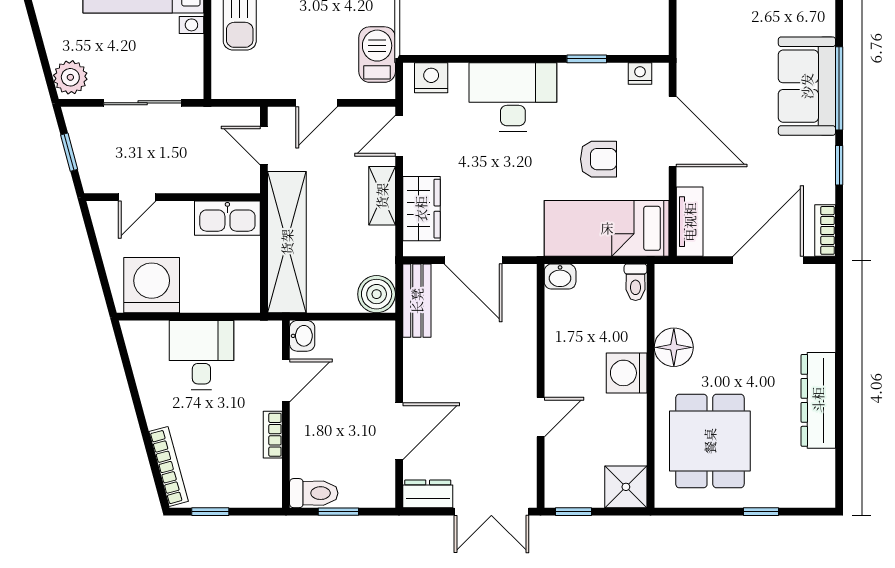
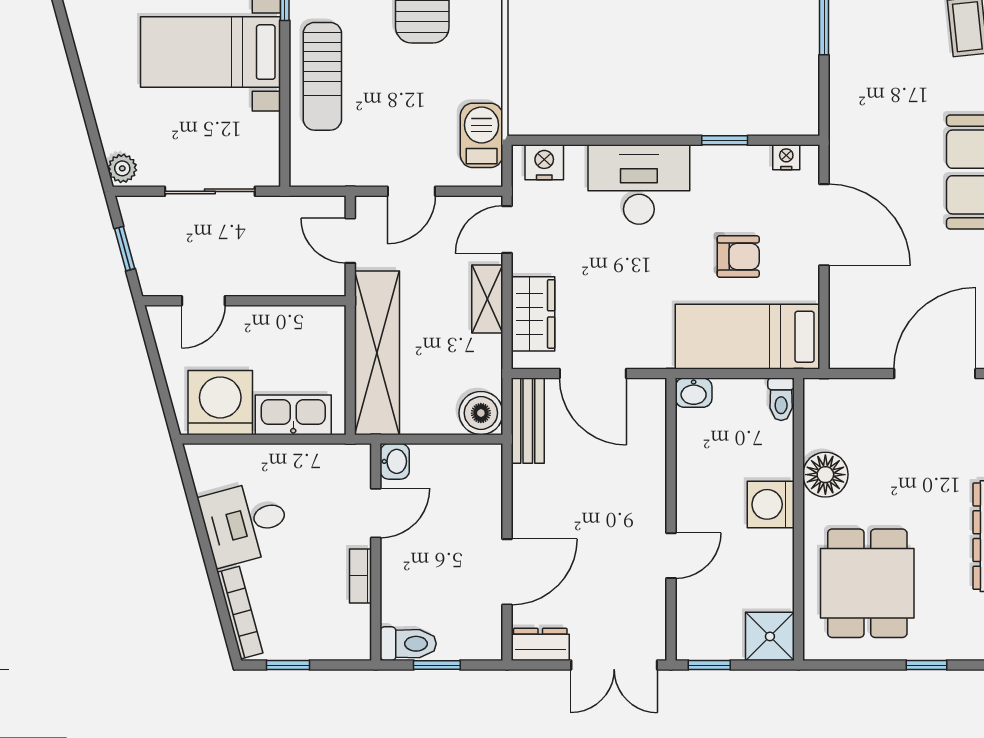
plant: (70, 77) -> (122, 168), width x0.73, depth x0.73
kitchen sink: (227, 218) -> (293, 415), moved, turned 180
tv unit: (690, 222) -> (844, 329), removed
desk: (201, 355) -> (245, 523), moved, turned -105

